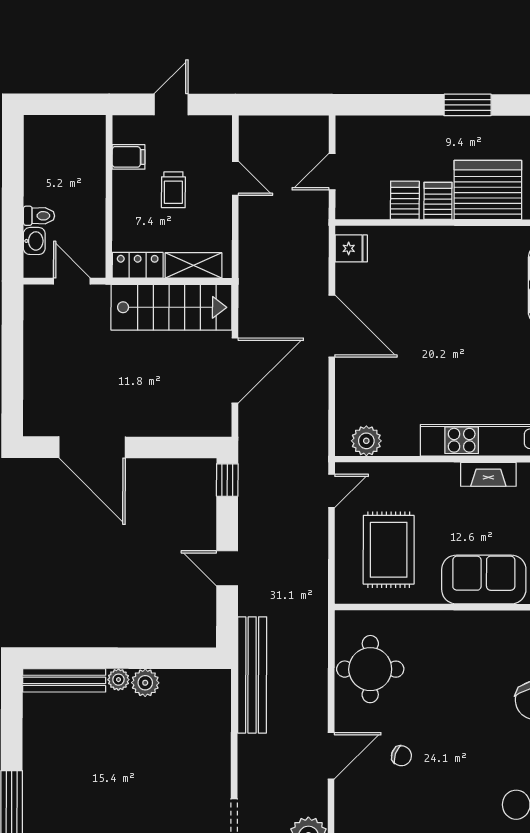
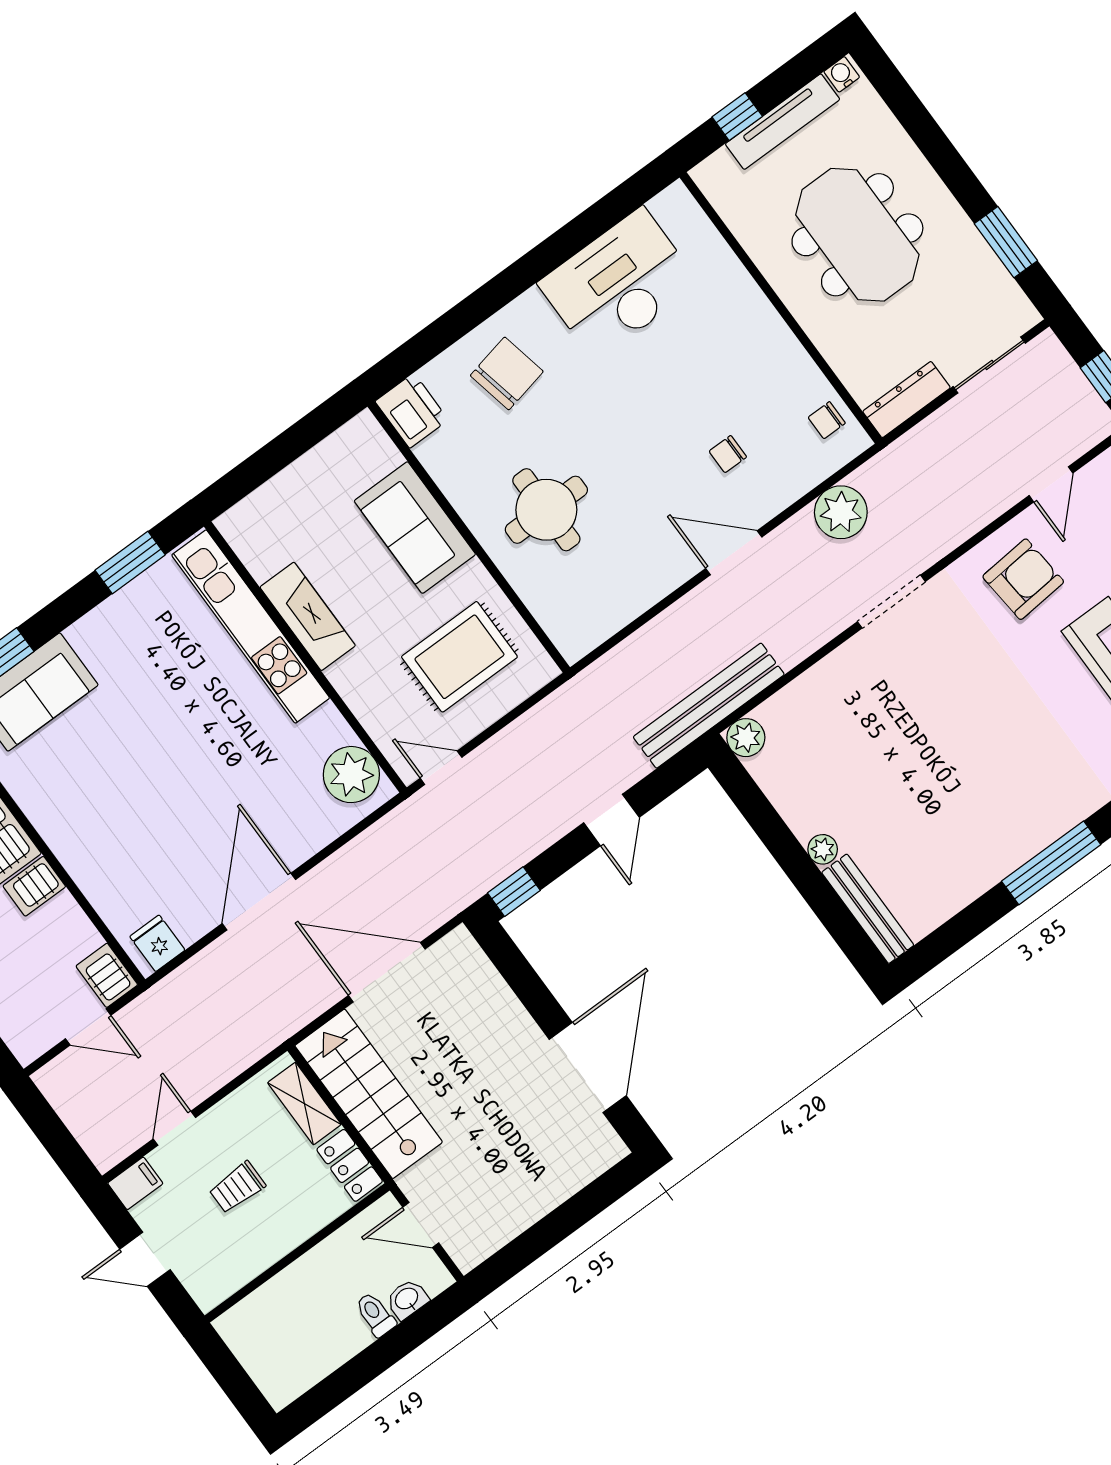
filing cabinet: (129, 157) -> (135, 1183), moved, turned 90
trolley: (173, 190) -> (237, 1187), turned 180
server rack: (405, 200) -> (107, 975), moved, turned 90
door: (72, 281) -> (421, 1225), hinge flipped
plant: (366, 441) -> (351, 775), width x1.36, depth x1.36
fireplace: (488, 474) -> (308, 616), width x1.37, depth x1.32
round table: (370, 669) -> (546, 510), moved
plant: (145, 683) -> (746, 738), moved
chair: (401, 756) -> (728, 454), moved, turned -109

